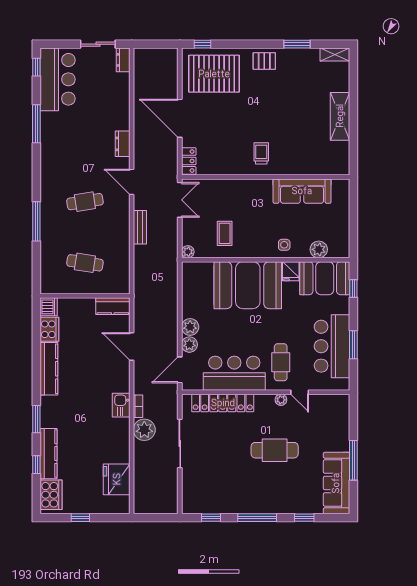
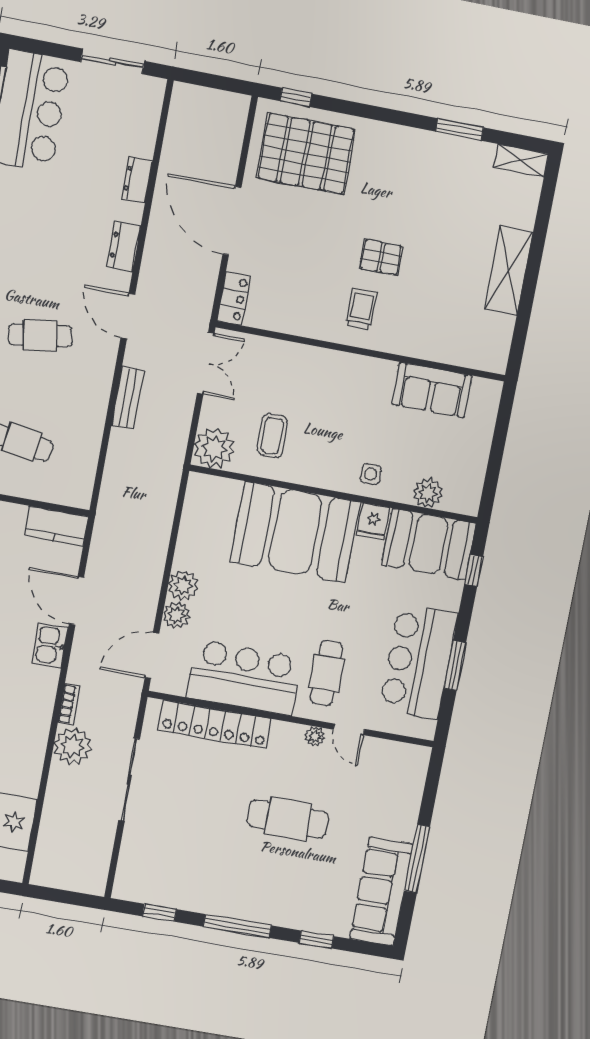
dresser: (123, 60) -> (137, 180), moved
pallet: (264, 61) -> (381, 257), moved
sofa: (302, 191) -> (432, 390), width x0.73
plant: (188, 252) -> (214, 448), width x1.88, depth x1.88
kitchen sink: (121, 405) -> (50, 645), moved

